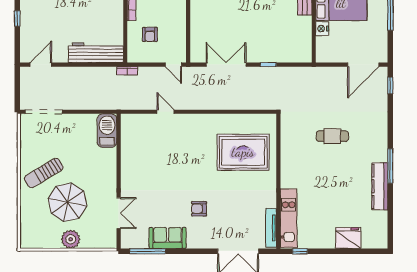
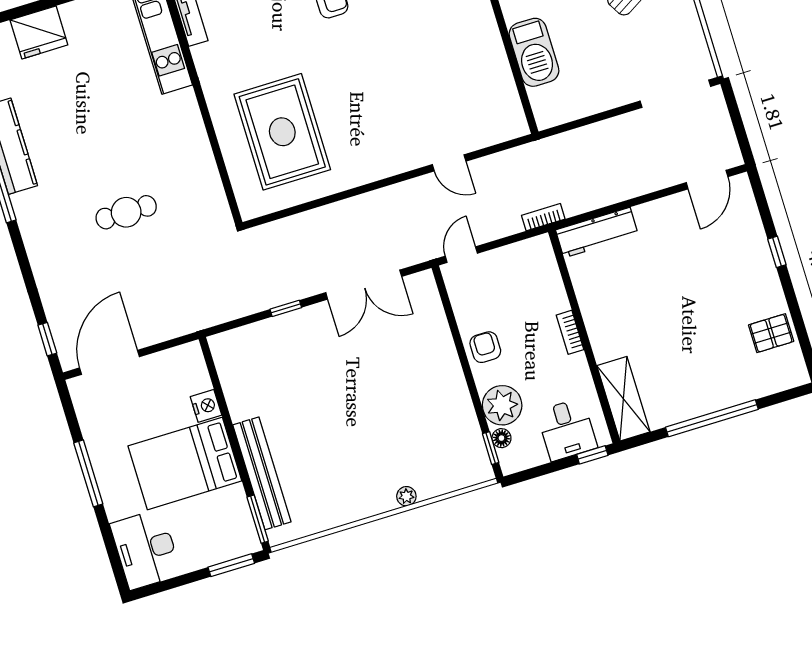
armchair: (150, 34) -> (485, 347), moved
workbench: (96, 53) -> (597, 233), width x0.73, depth x0.76
door: (173, 65) -> (461, 255), hinge flipped
barbecue: (107, 131) -> (534, 52), moved
rug: (243, 152) -> (282, 132), turned 90

